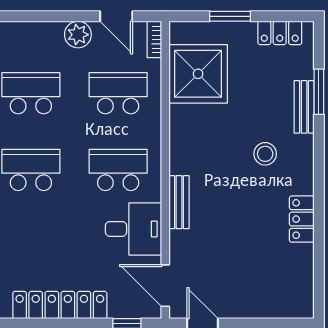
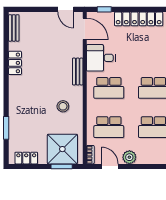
window: (230, 16) -> (62, 166), moved
shower: (198, 74) -> (62, 149), moved
bench: (304, 107) -> (14, 28), moved
stool: (265, 154) -> (63, 106), moved

